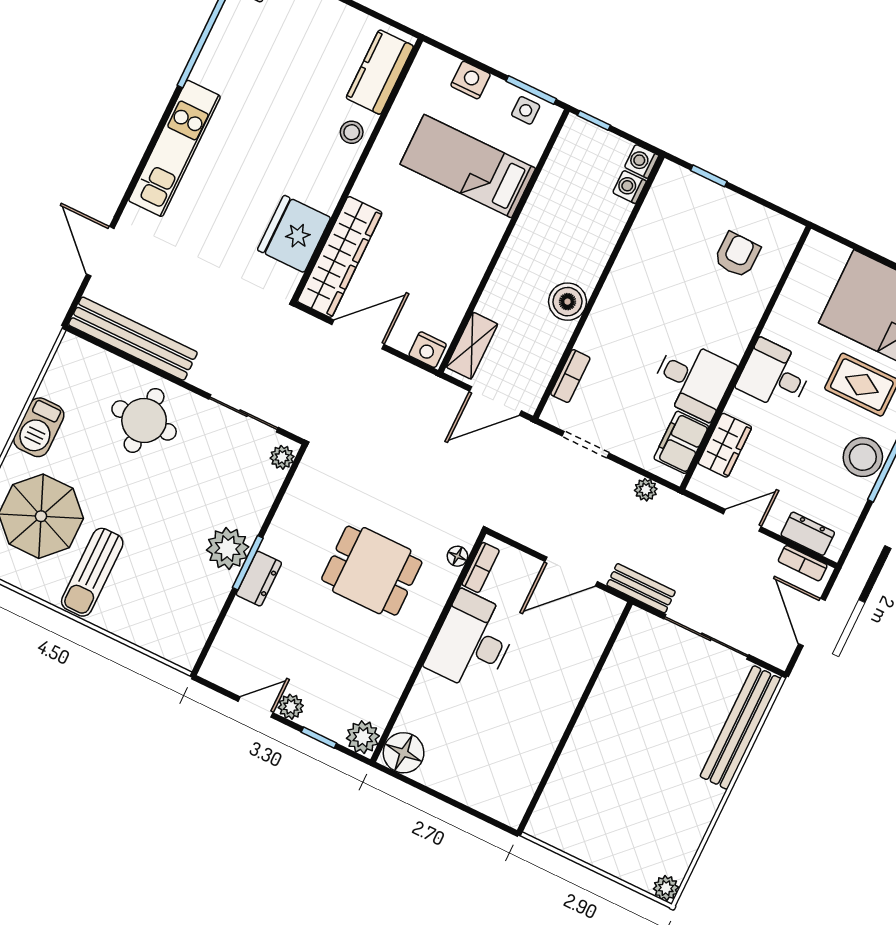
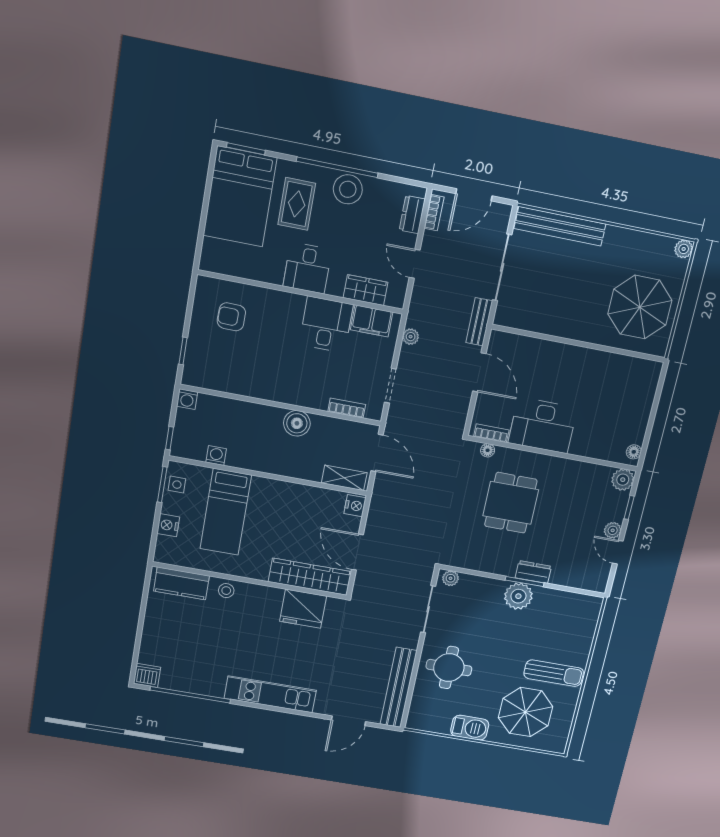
washing machine: (630, 187) -> (216, 455), moved, turned 180
floor lamp: (404, 753) -> (634, 452), width x0.53, depth x0.53
parasol: (603, 812) -> (640, 307), added

